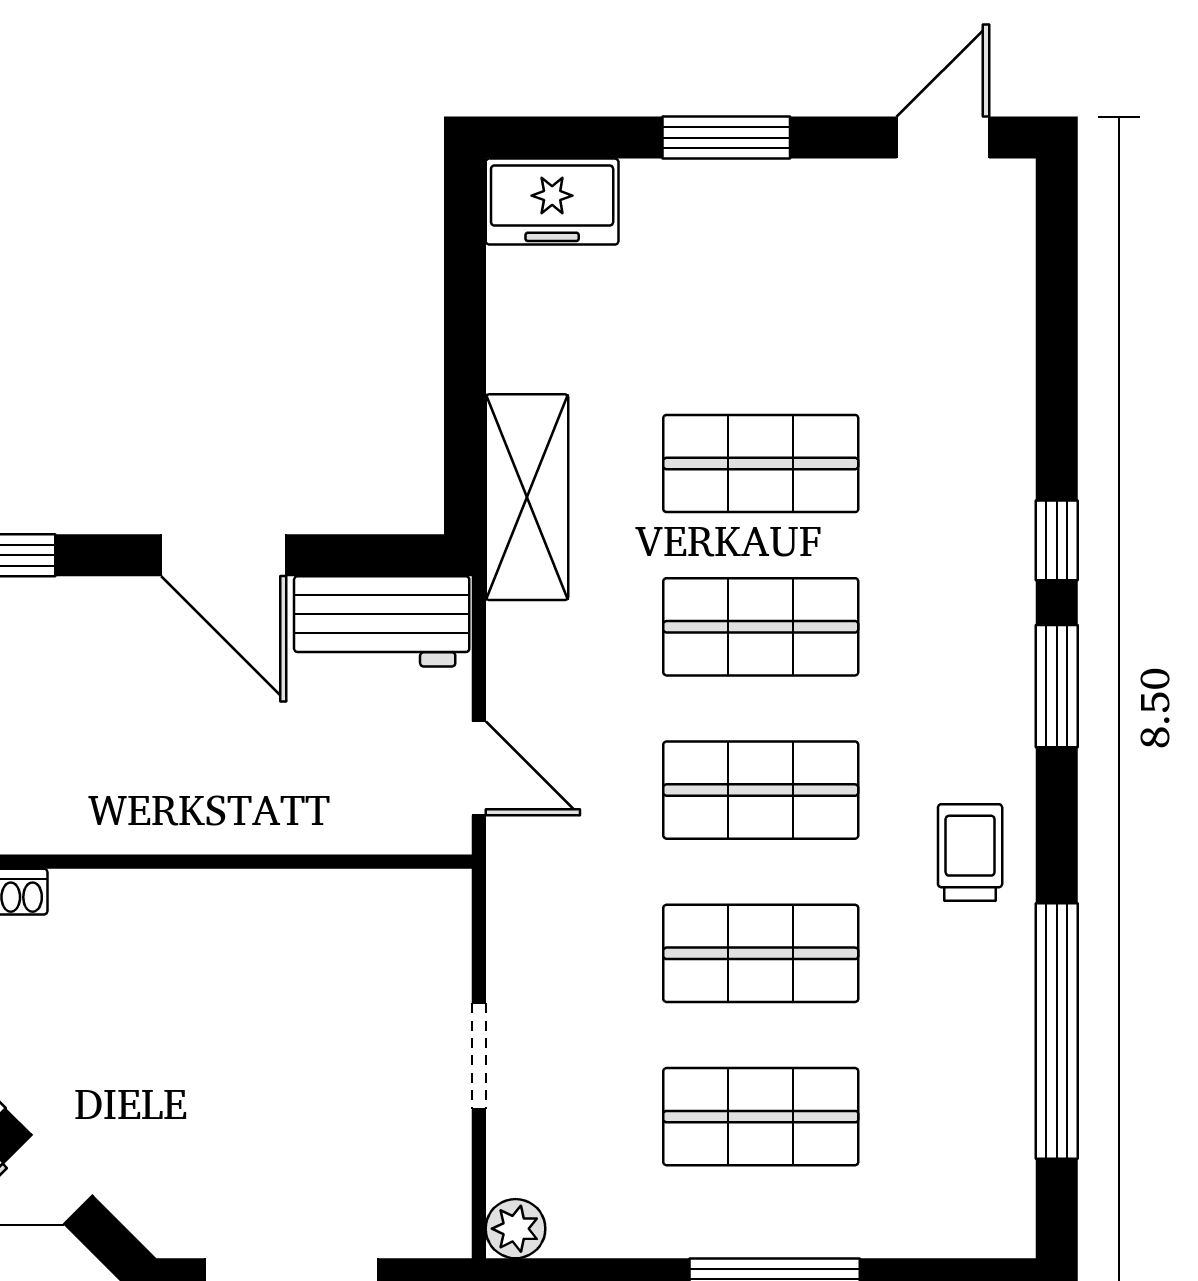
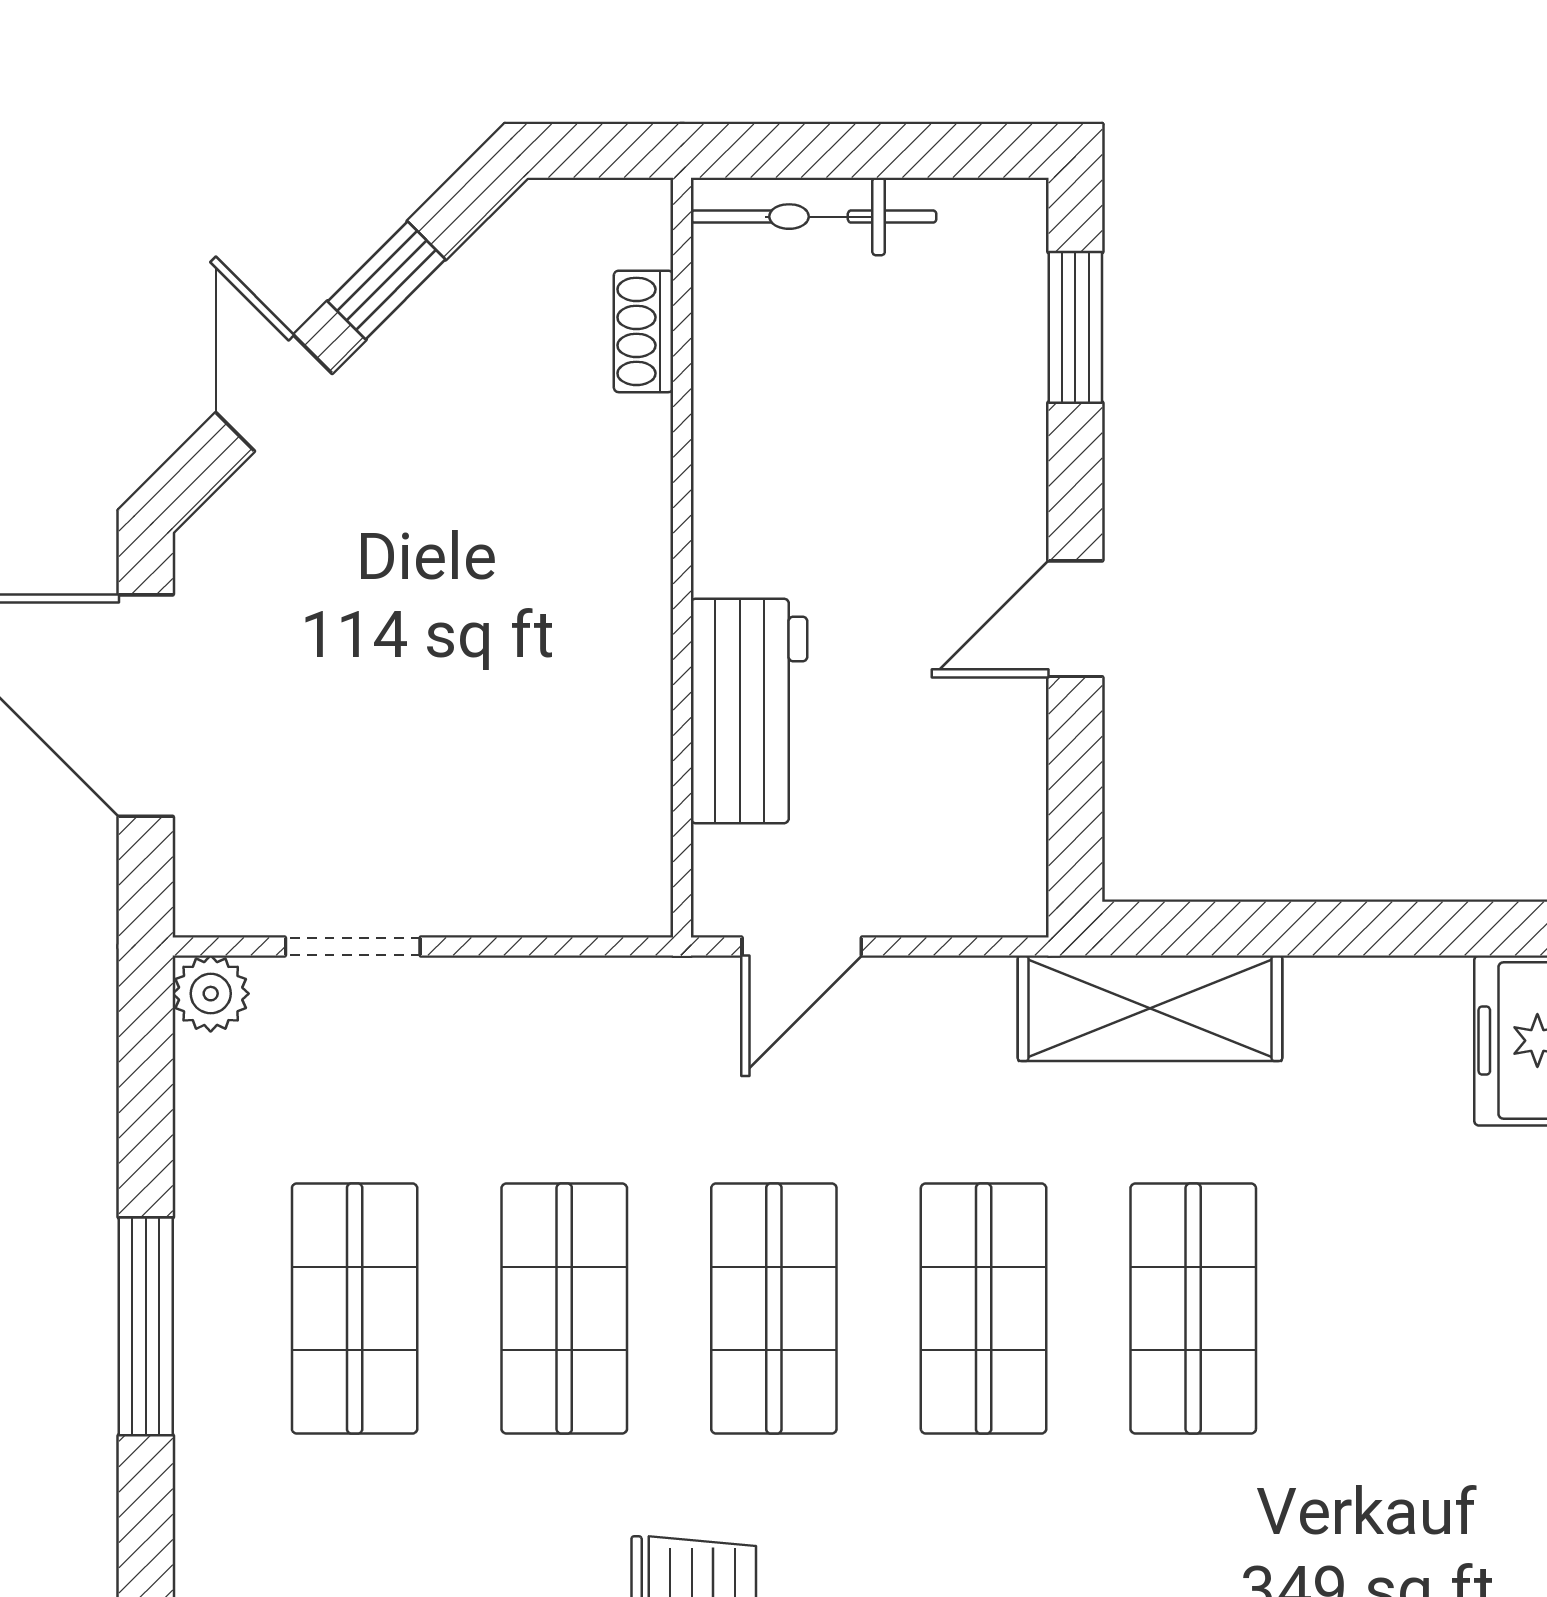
door: (224, 555) -> (1075, 619), width x0.73
workbench: (382, 621) -> (749, 711), moved, turned 180
doorway: (479, 1056) -> (353, 946), moved

